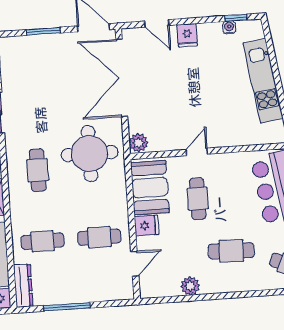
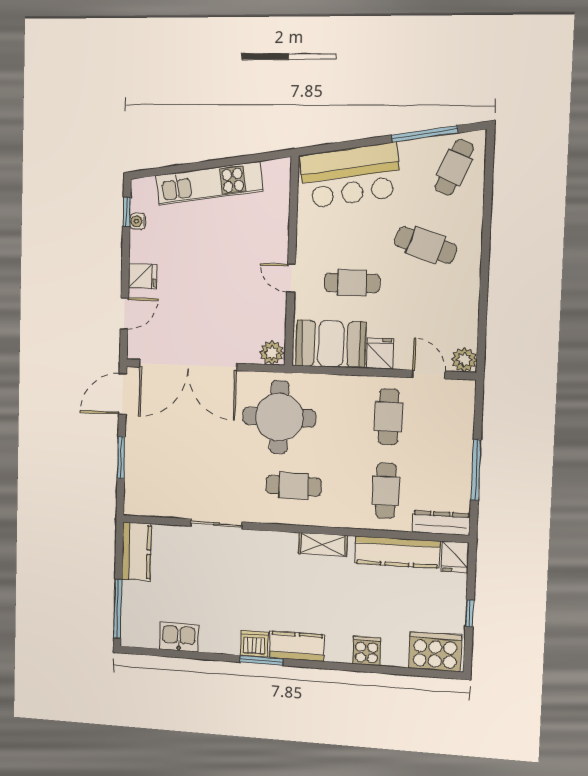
cafe table: (231, 251) -> (426, 245), turned -74
plant: (190, 286) -> (464, 360), moved

